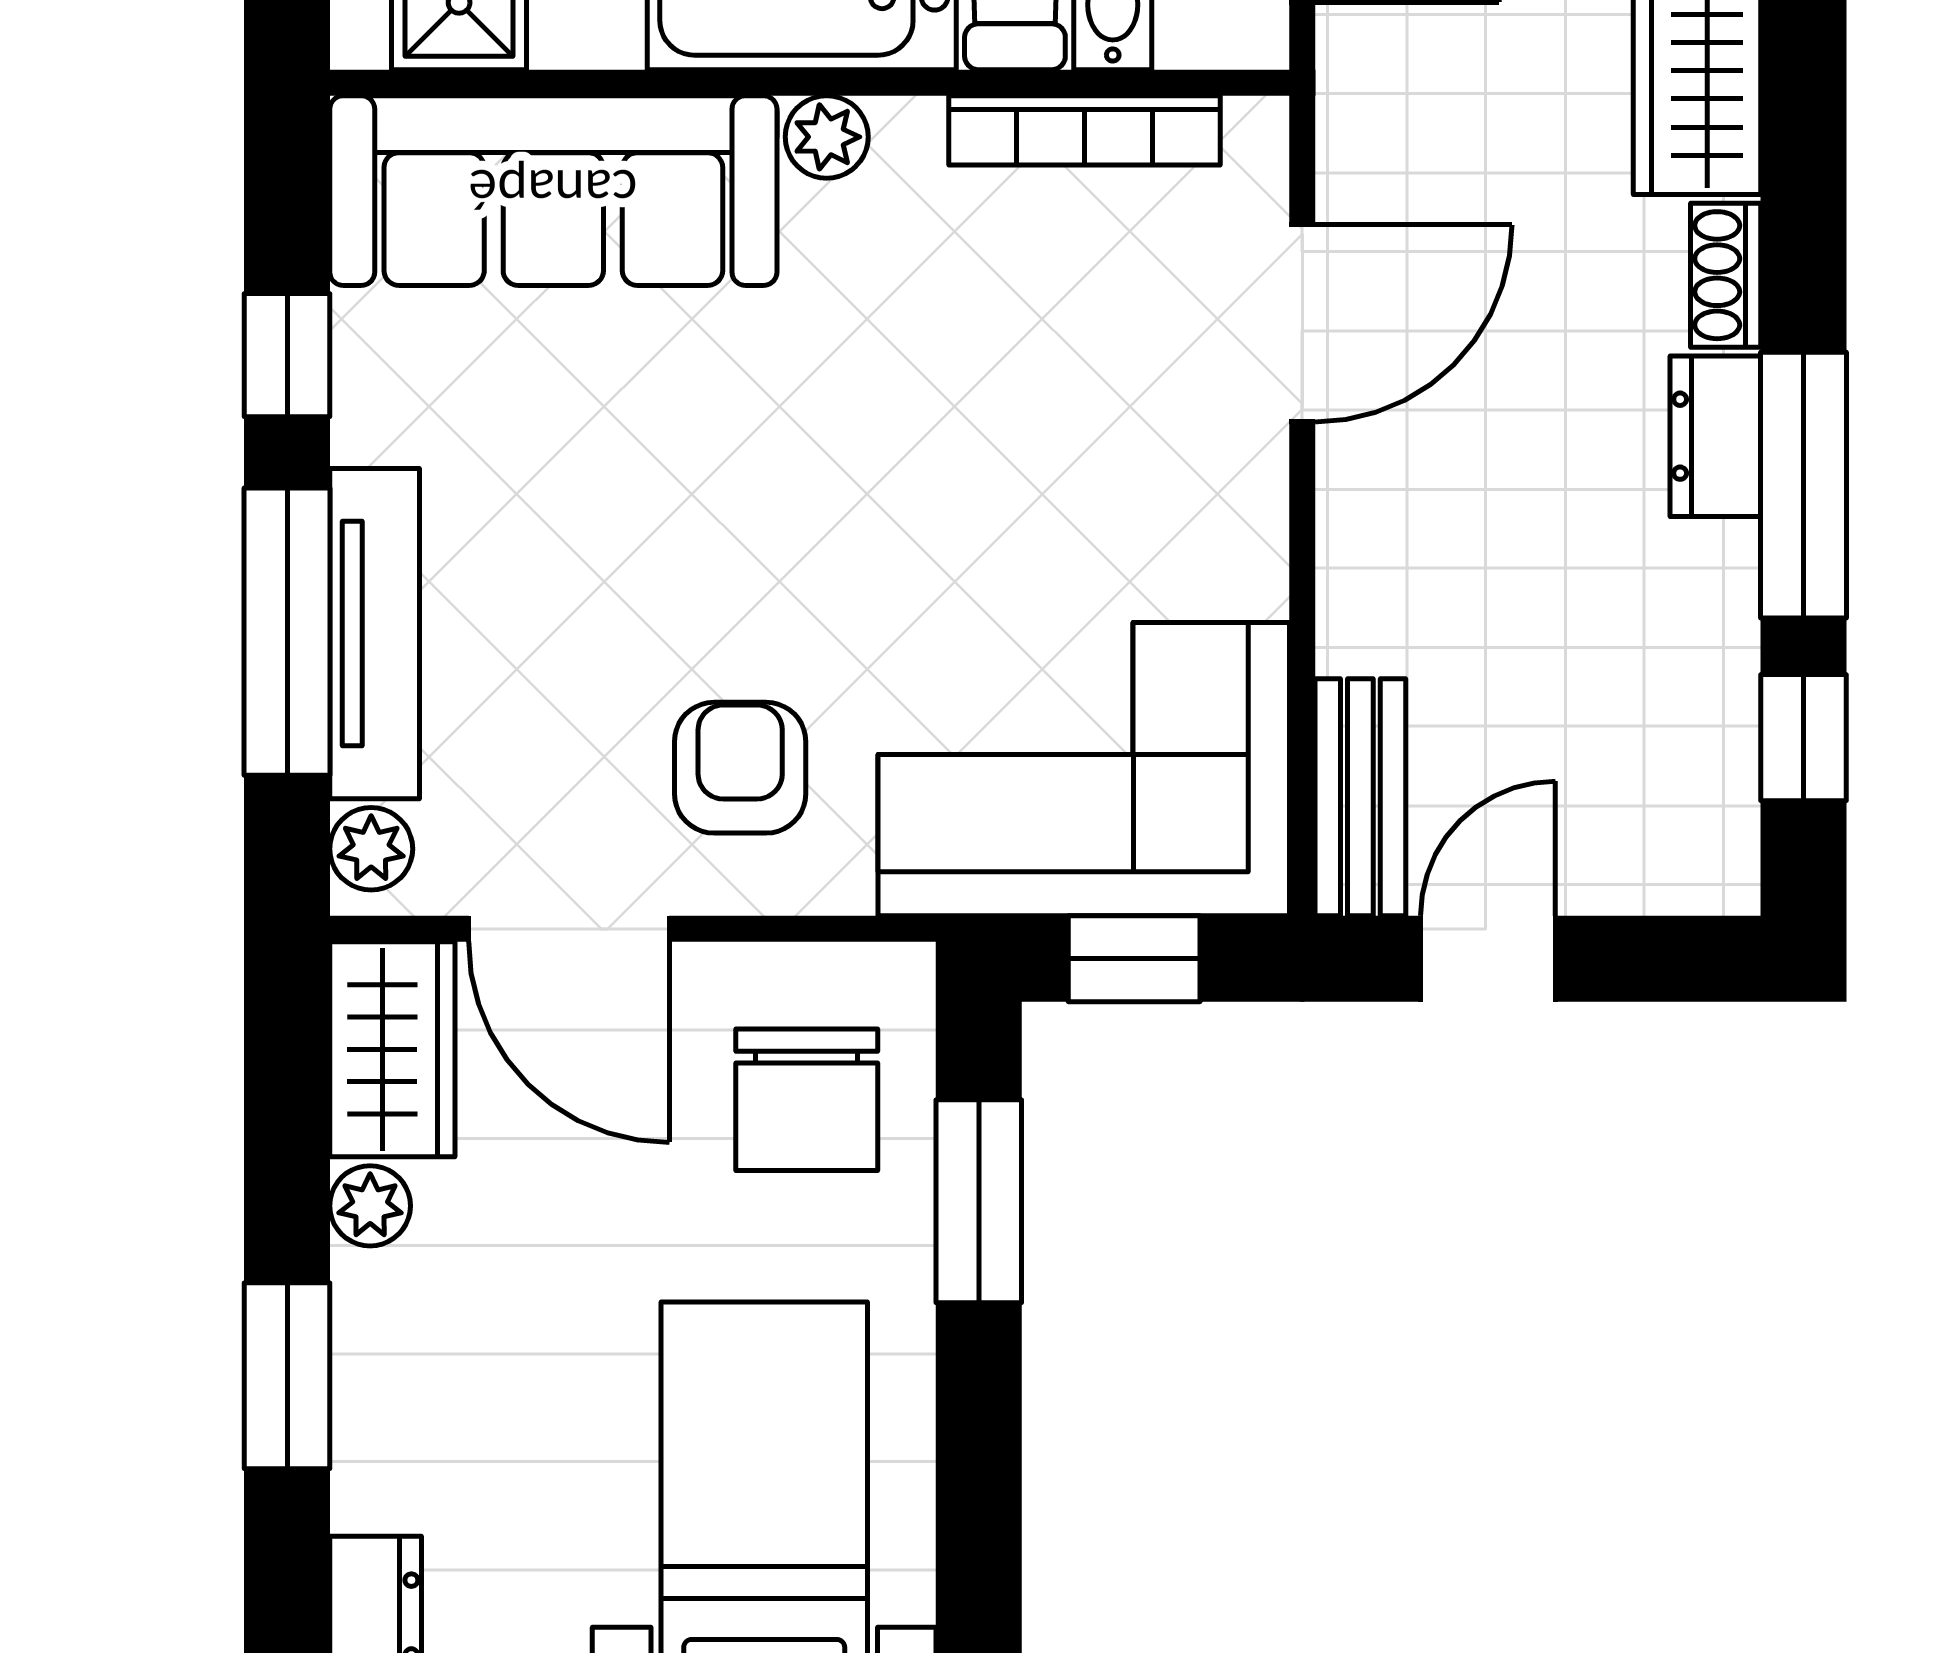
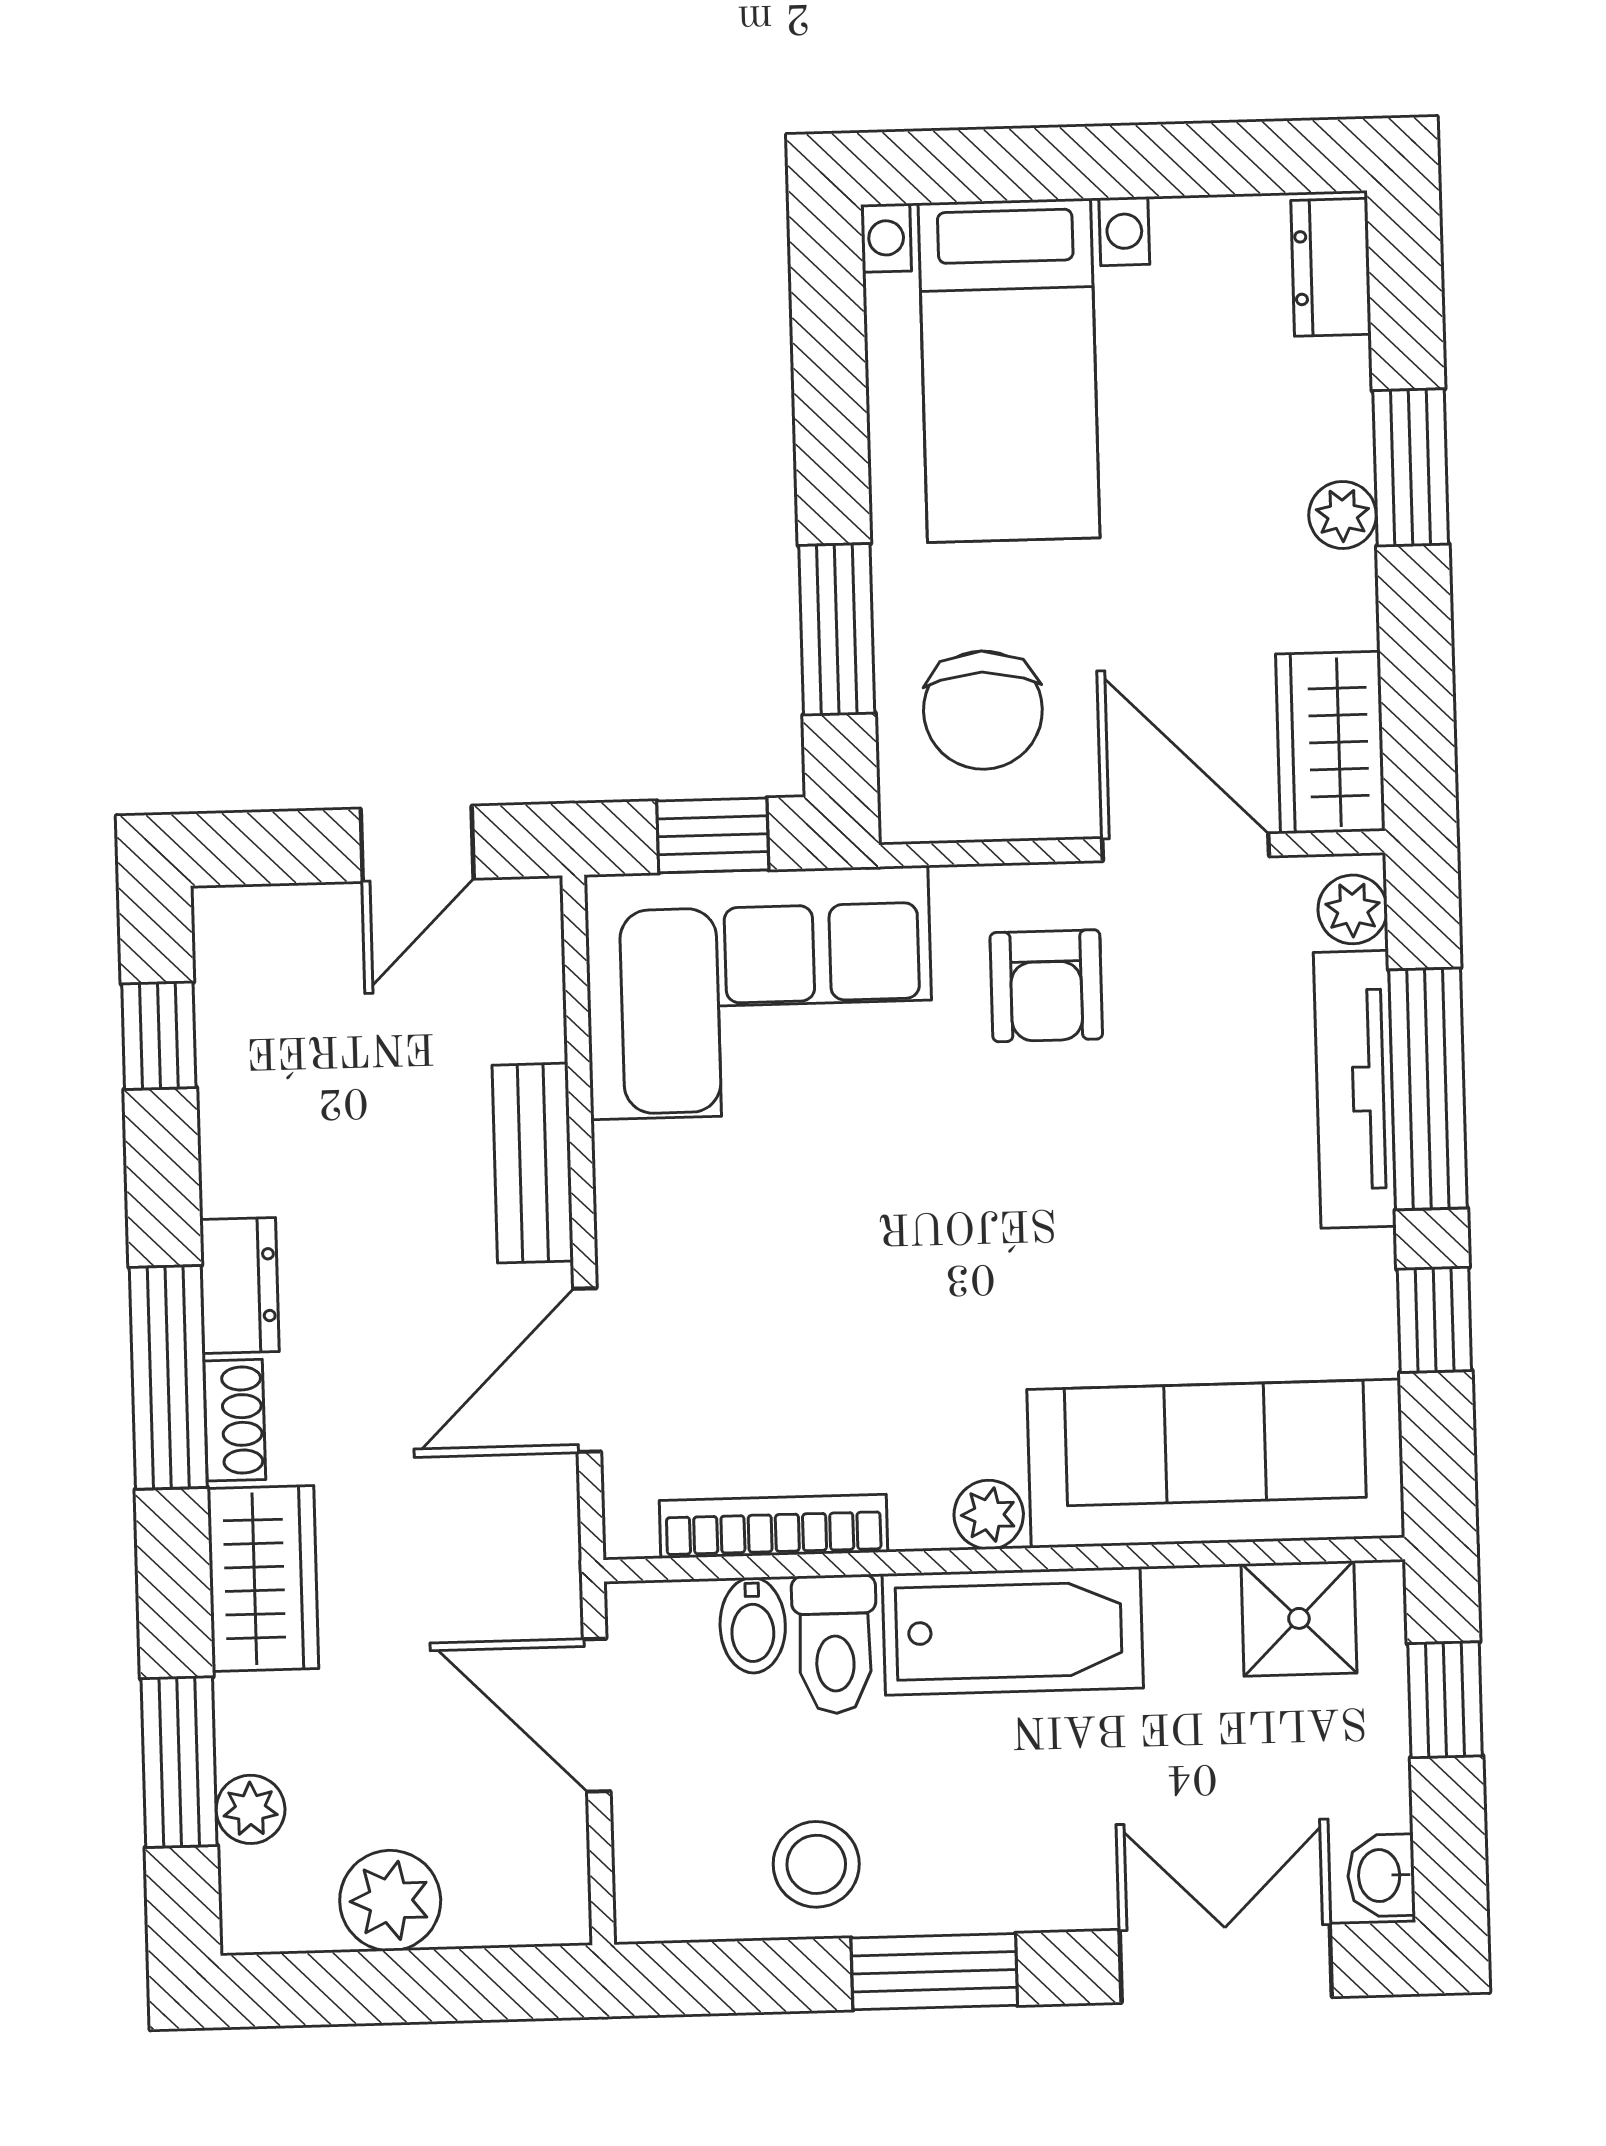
window: (1803, 485) -> (168, 1377), moved
bench: (1360, 797) -> (533, 1163), moved
chair: (807, 1100) -> (983, 710), turned 180
plant: (370, 1206) -> (1343, 515), moved

